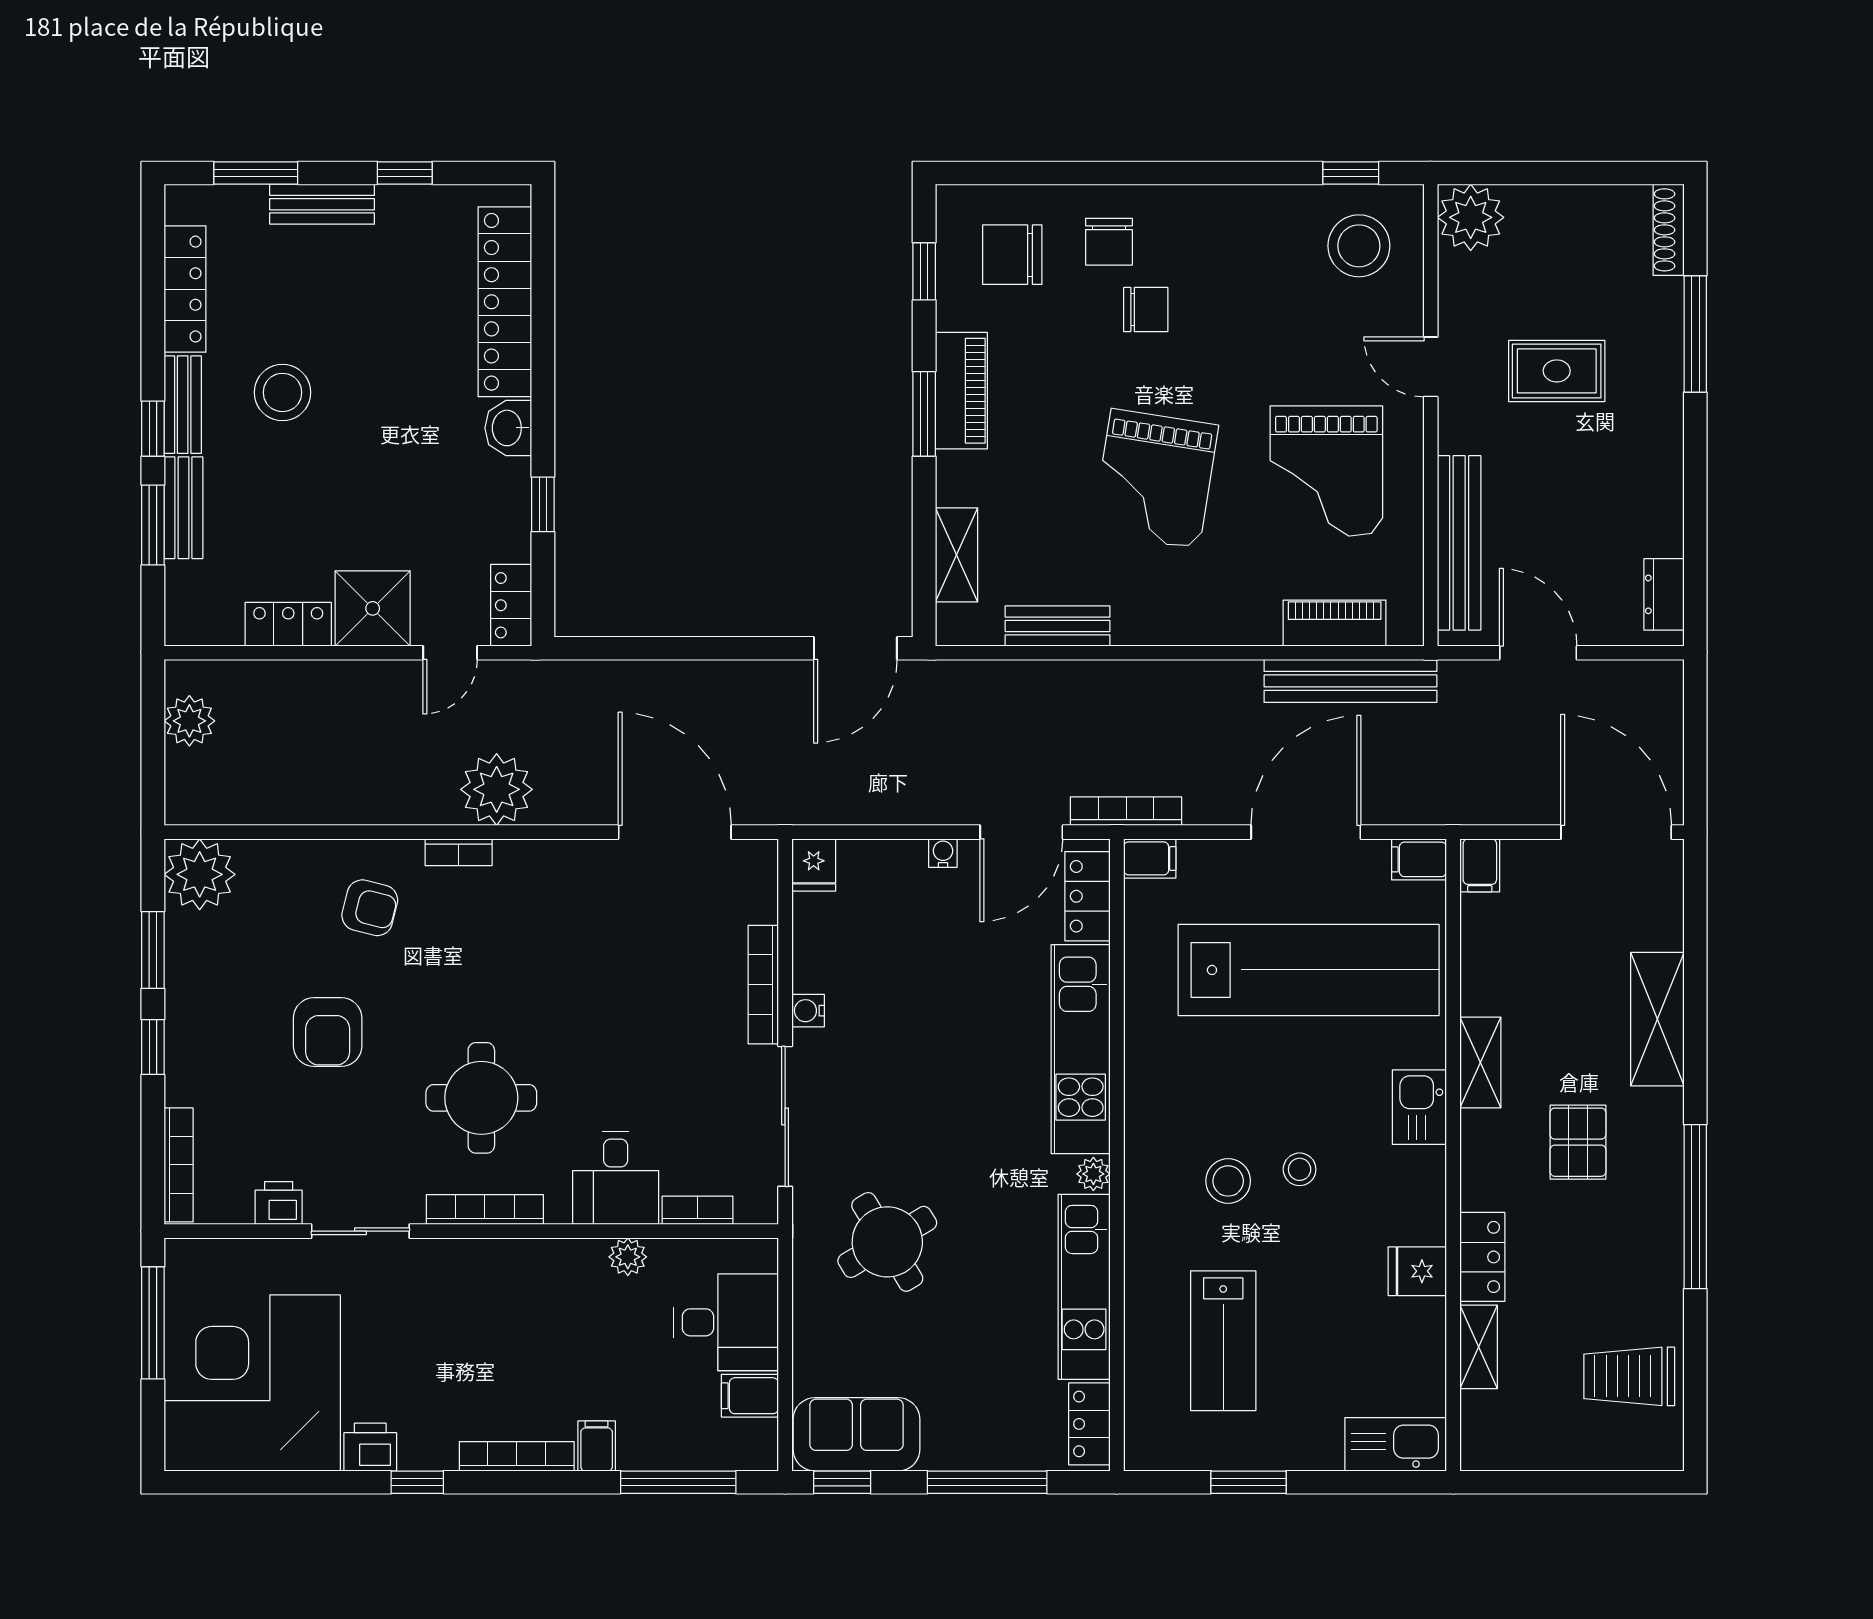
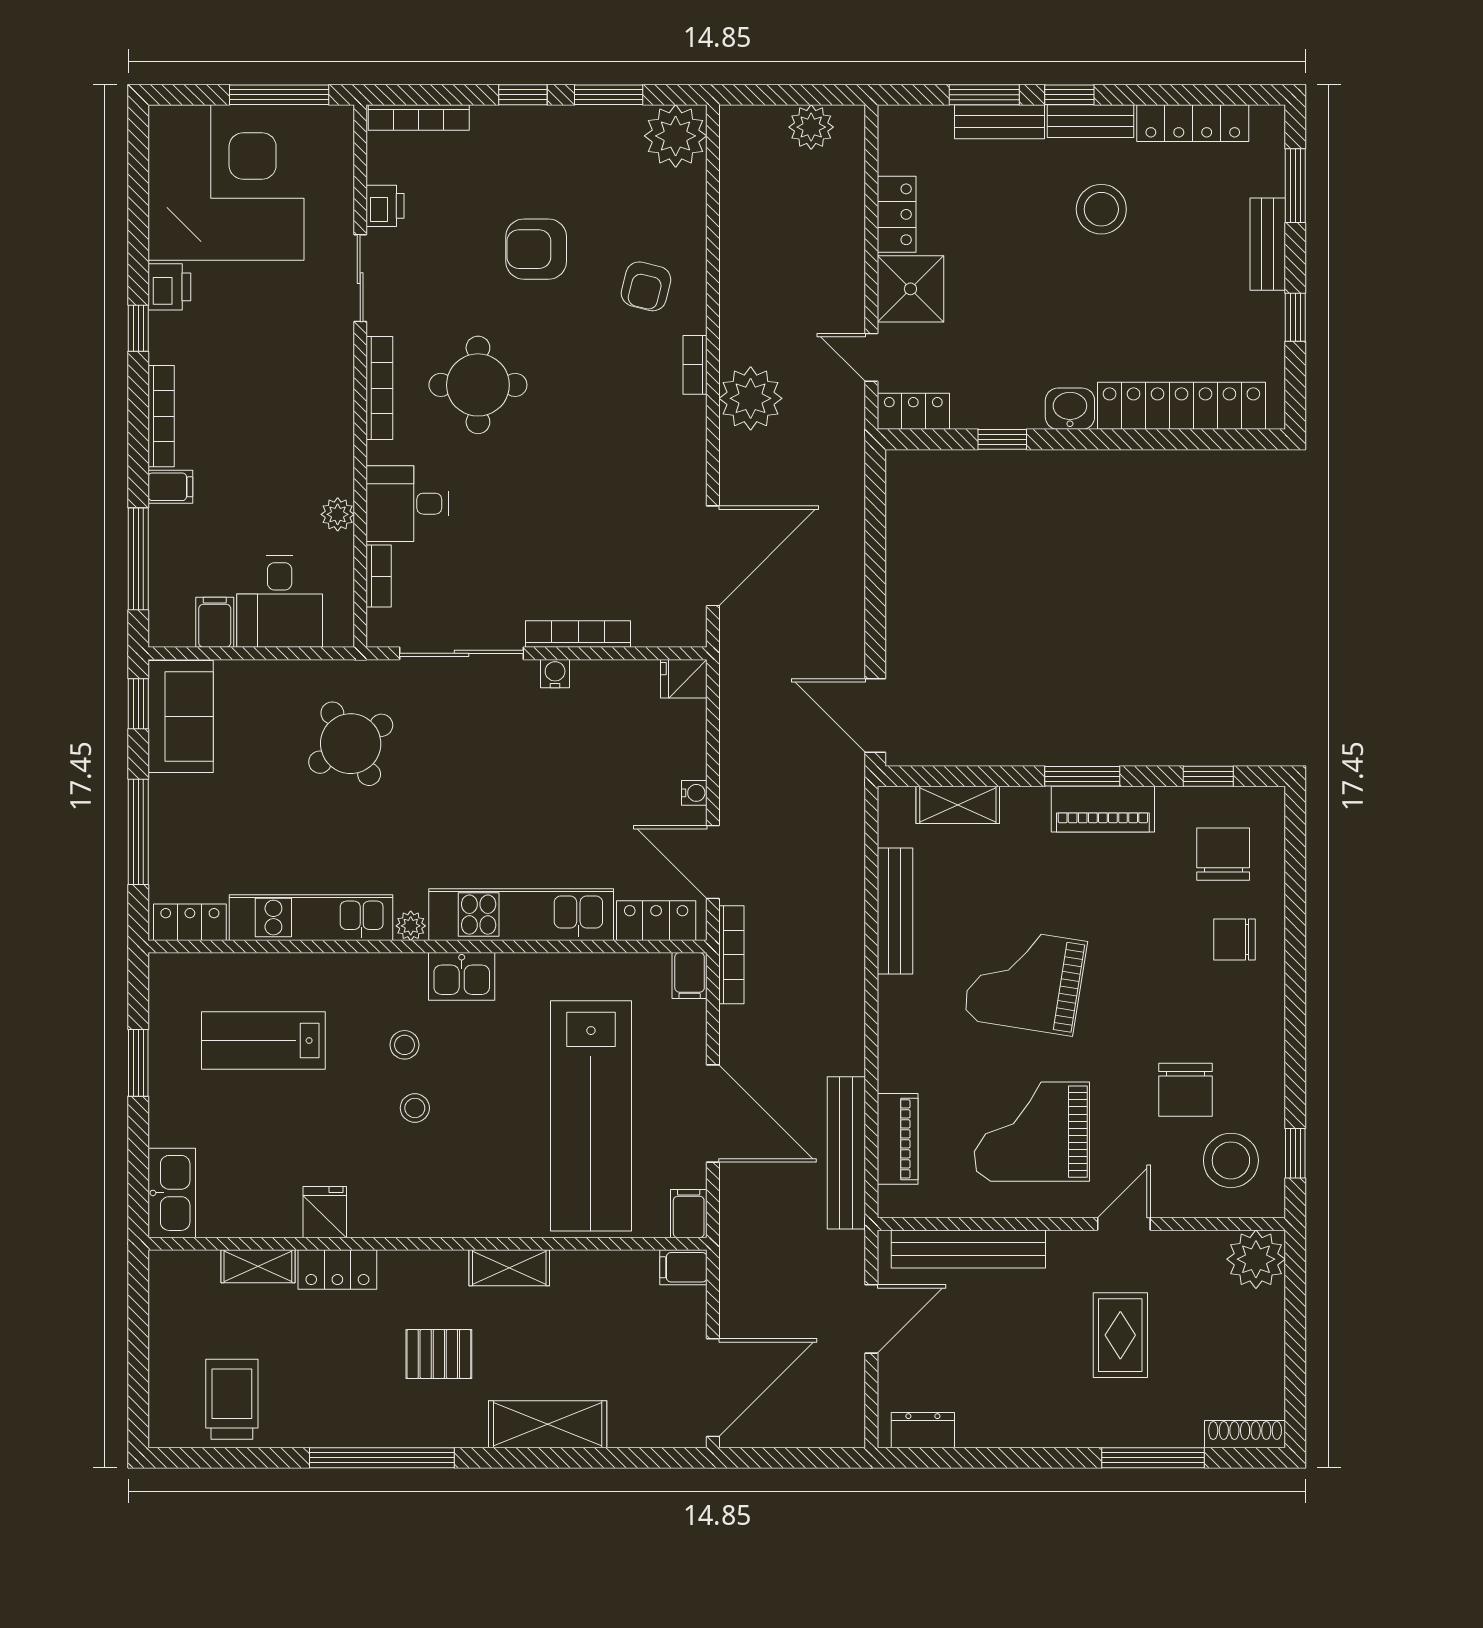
chair: (1146, 309) -> (1185, 1090), moved, width x1.37, depth x1.37
bench: (1058, 626) -> (895, 911), width x1.36
kitchen sink: (1419, 1107) -> (462, 976), moved, turned 180
stool: (1228, 1181) -> (405, 1045), width x0.73, depth x0.73

